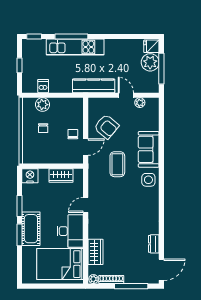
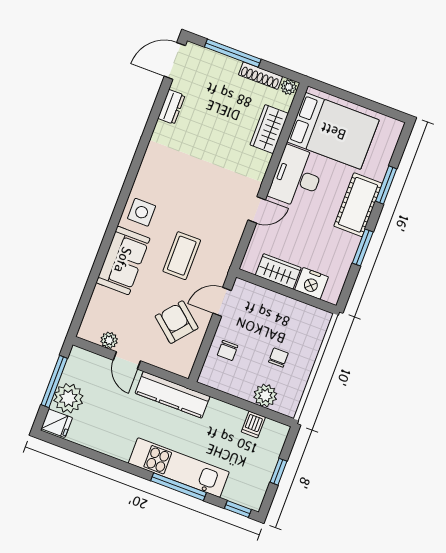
chair: (73, 134) -> (228, 350), moved
nightstand: (30, 176) -> (312, 283), moved
window: (20, 235) -> (386, 185), moved

